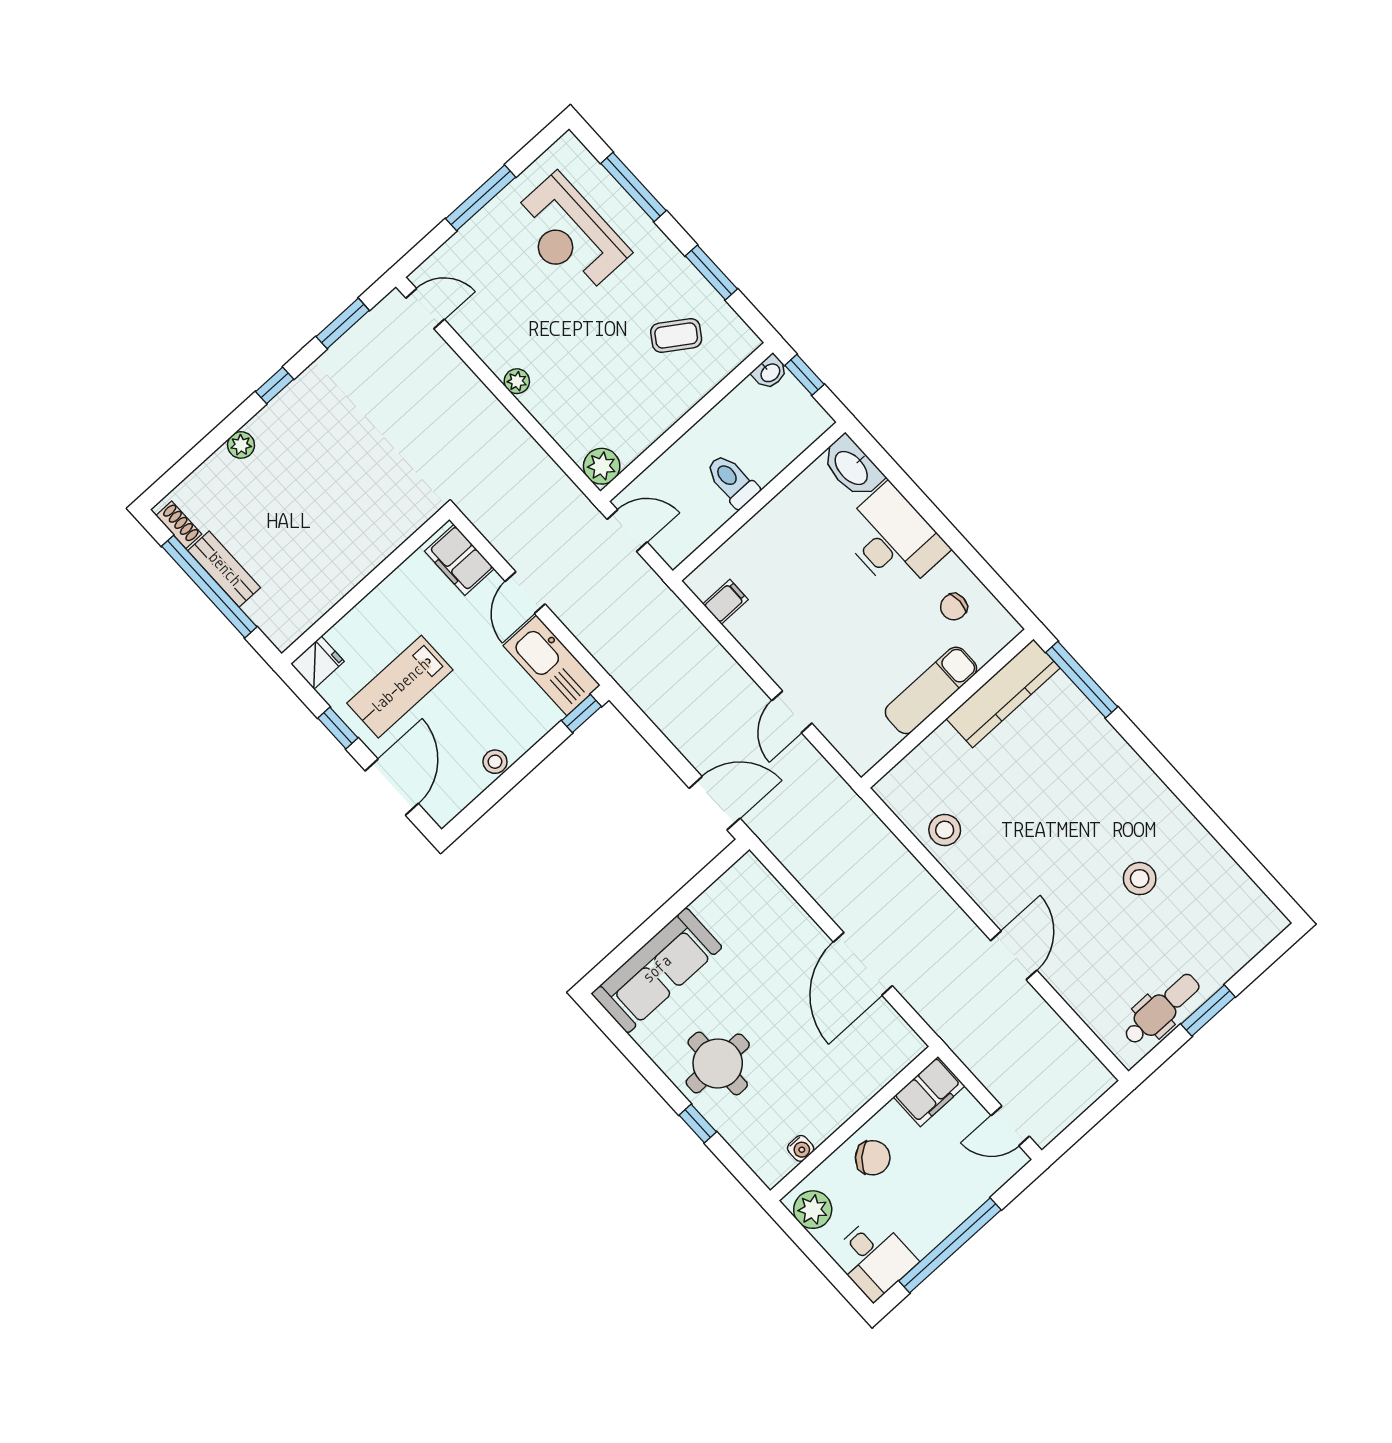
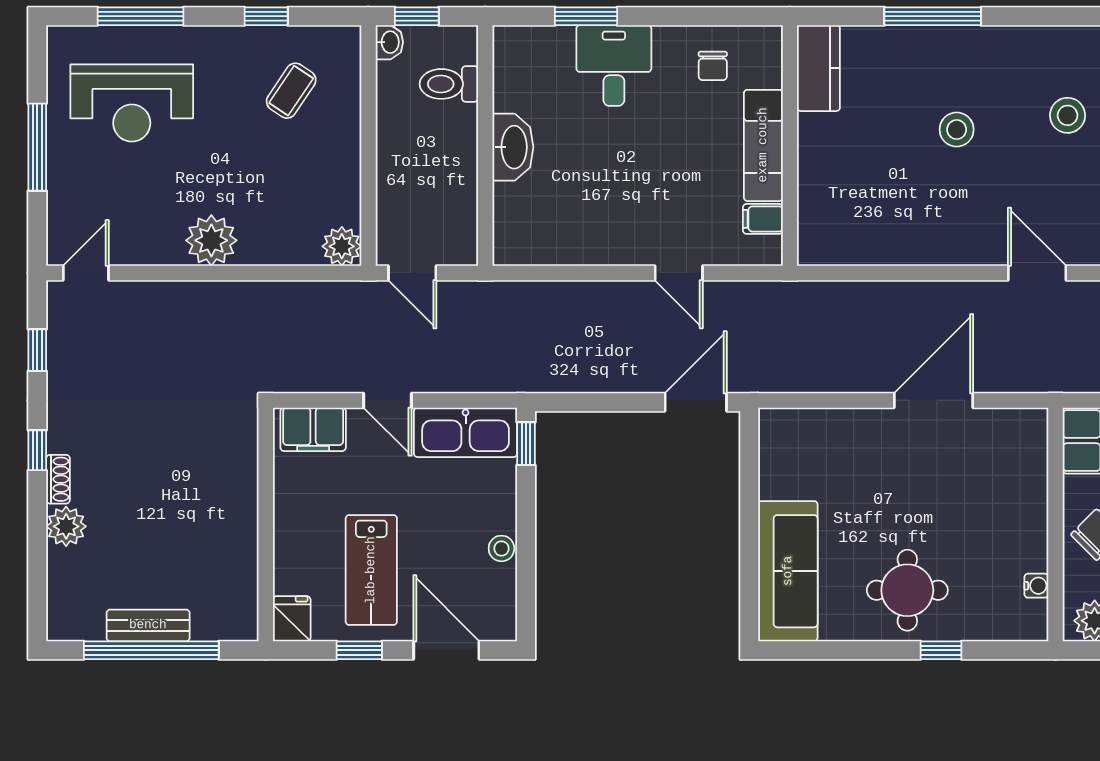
window: (711, 272) -> (266, 16), width x0.67
window: (343, 323) -> (37, 350), width x0.67
plant: (517, 381) -> (211, 240), width x1.87, depth x1.87
plant: (241, 445) -> (66, 526), width x1.38, depth x1.38
washbasin: (852, 467) -> (513, 147), moved, turned -90
toilet: (732, 481) -> (449, 84), moved
window: (909, 490) -> (586, 16), added
shoe rack: (179, 525) -> (58, 479), moved, turned 90
door: (627, 531) -> (412, 273), swing flipped
desk: (893, 539) -> (614, 66), width x0.73
filing cabinet: (725, 602) -> (763, 219), moved, turned -90
window: (1082, 680) -> (933, 16), moved
kitchen counter: (1003, 693) -> (818, 68), width x0.67
stool: (945, 830) -> (957, 130), moved
door: (863, 964) -> (934, 400), swing flipped

